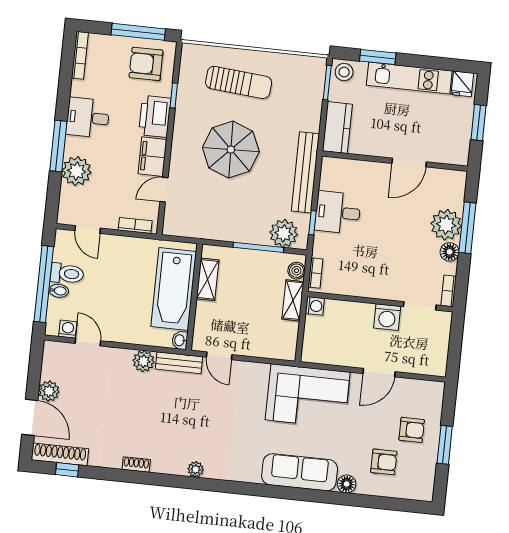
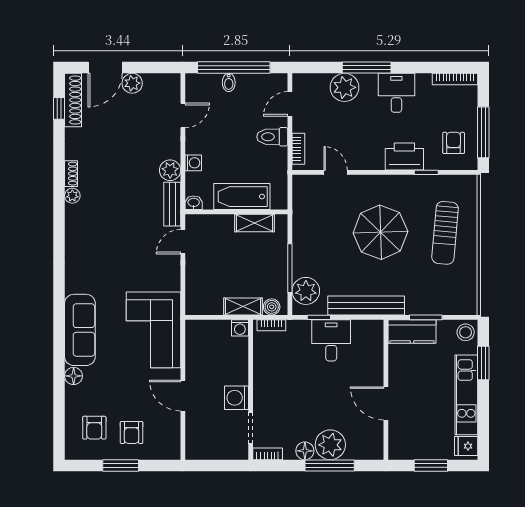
armchair: (146, 64) -> (454, 143), width x0.72, depth x0.72
window: (327, 83) -> (426, 317), moved
filing cabinet: (152, 157) -> (366, 158), removed
toilet: (67, 274) -> (272, 137), moved, turned 90
bathtub: (174, 289) -> (242, 197), width x0.73, depth x0.73
washing machine: (68, 329) -> (193, 163), moved
armchair: (384, 462) -> (94, 428), moved
plant: (196, 469) -> (72, 196), moved

